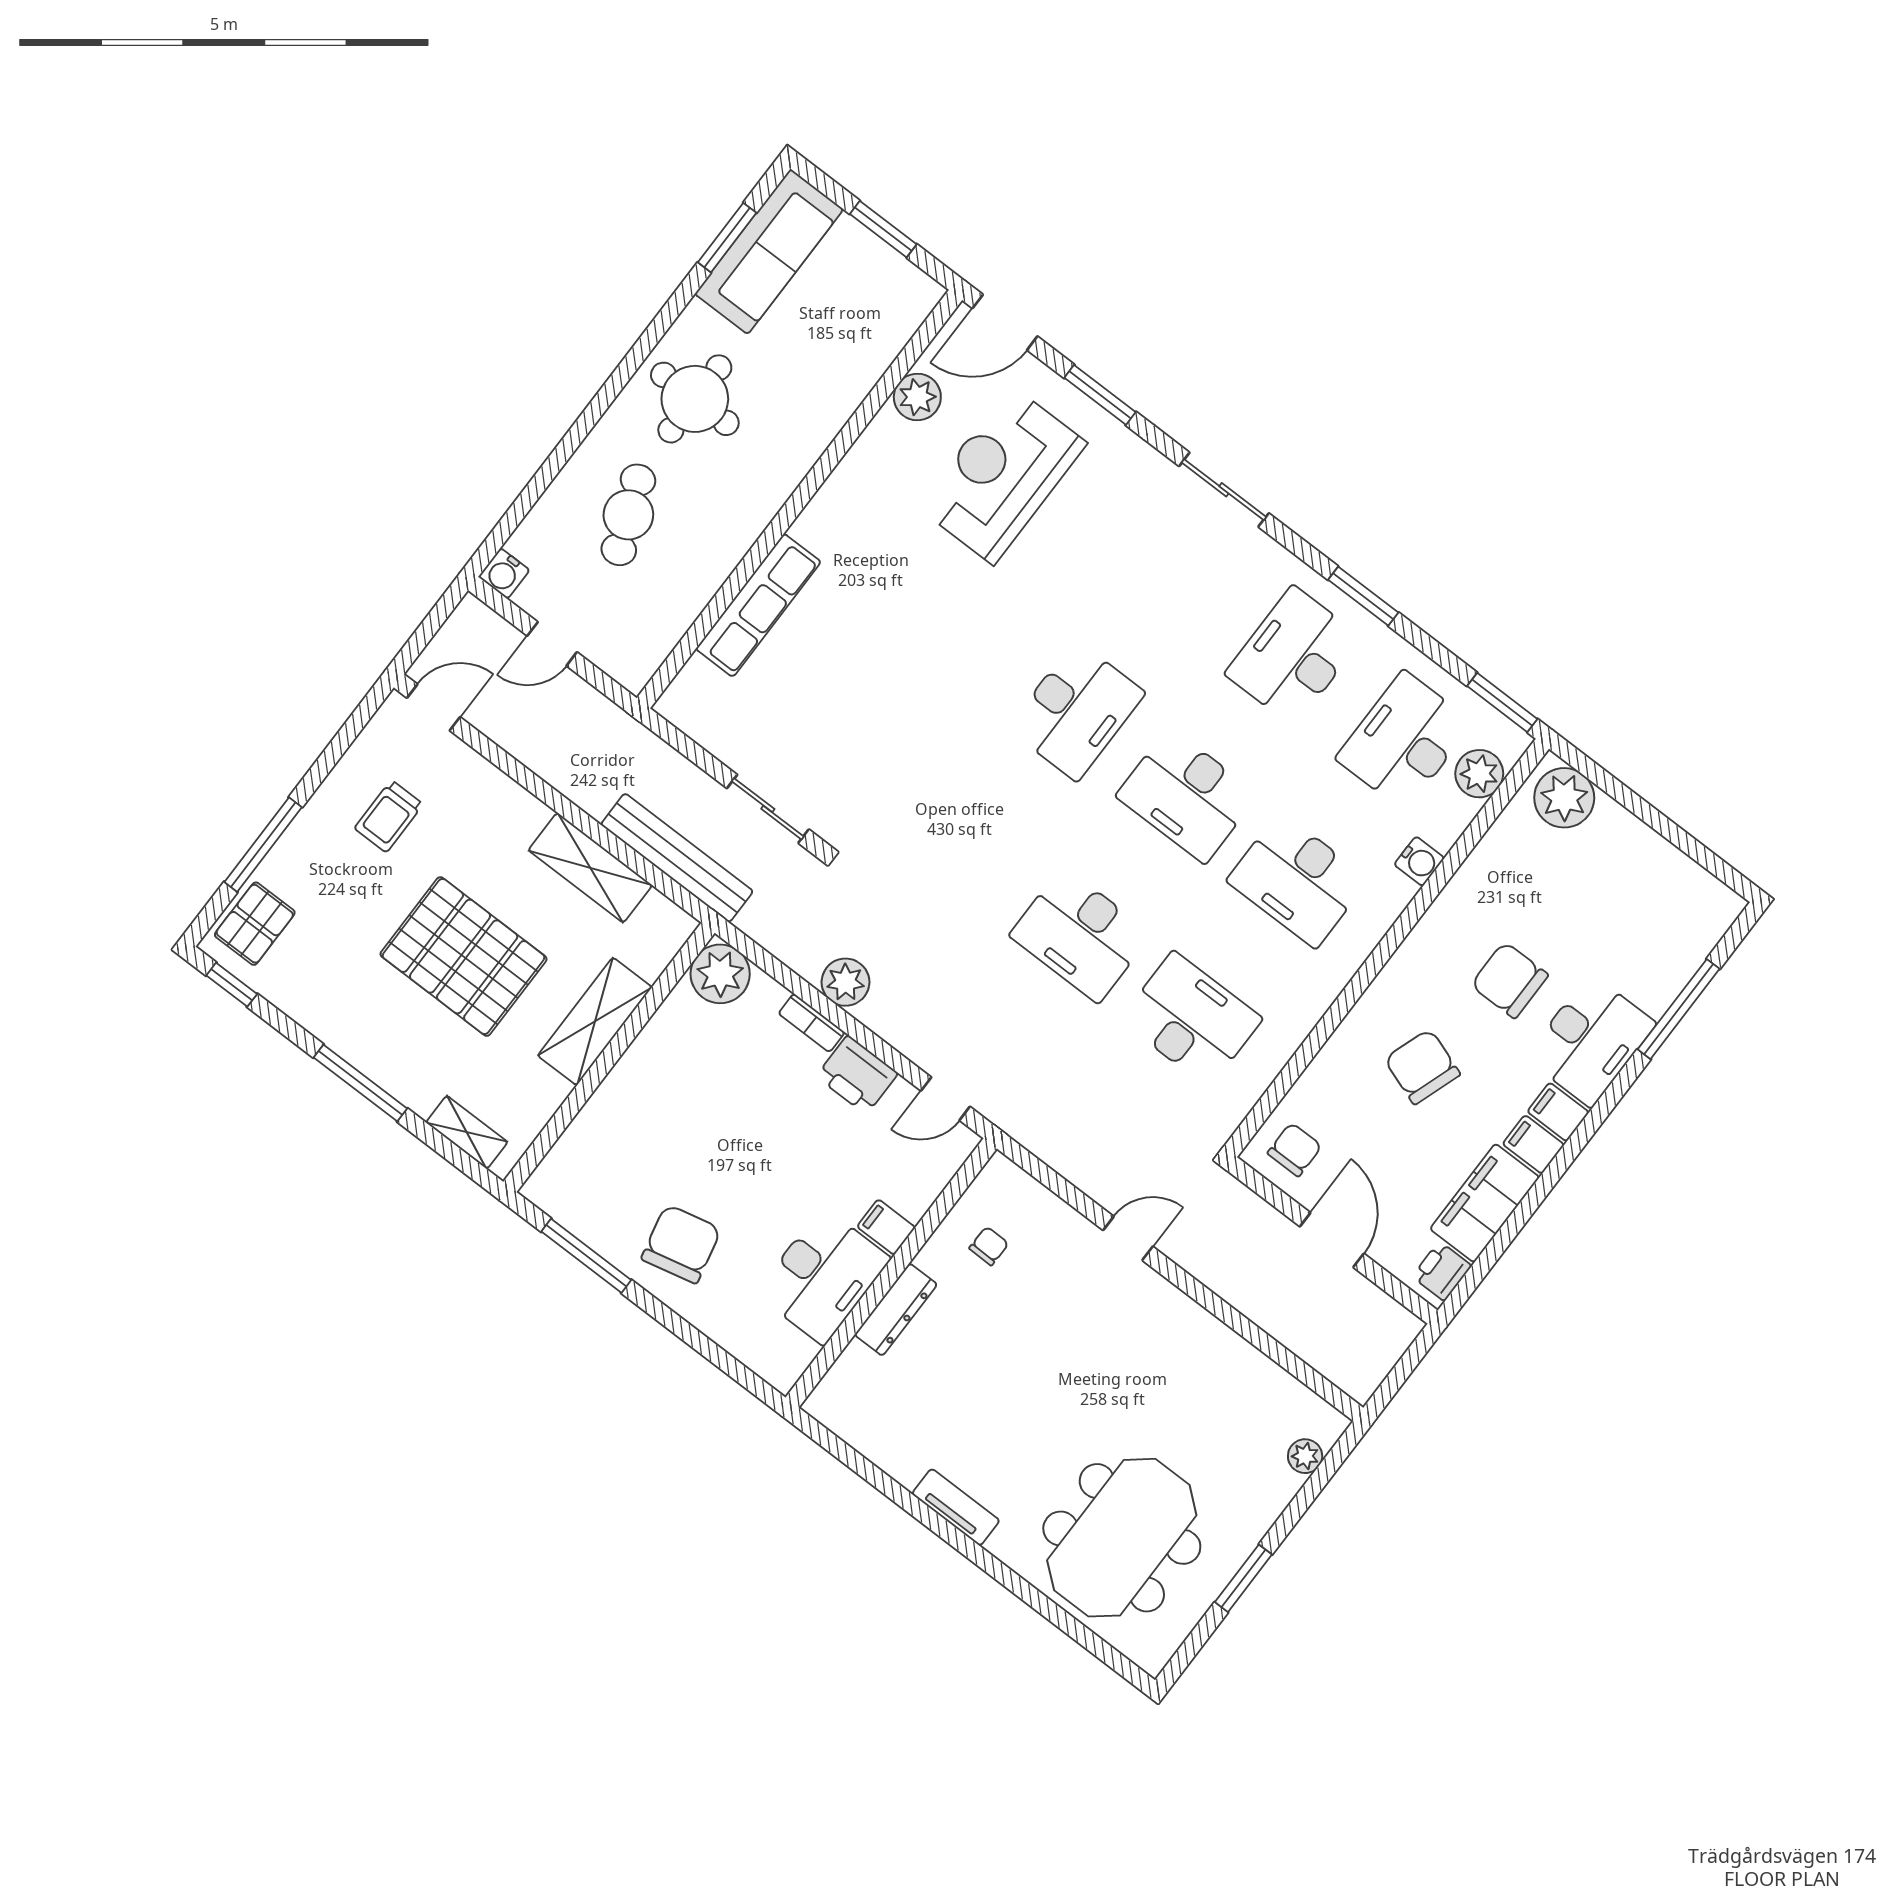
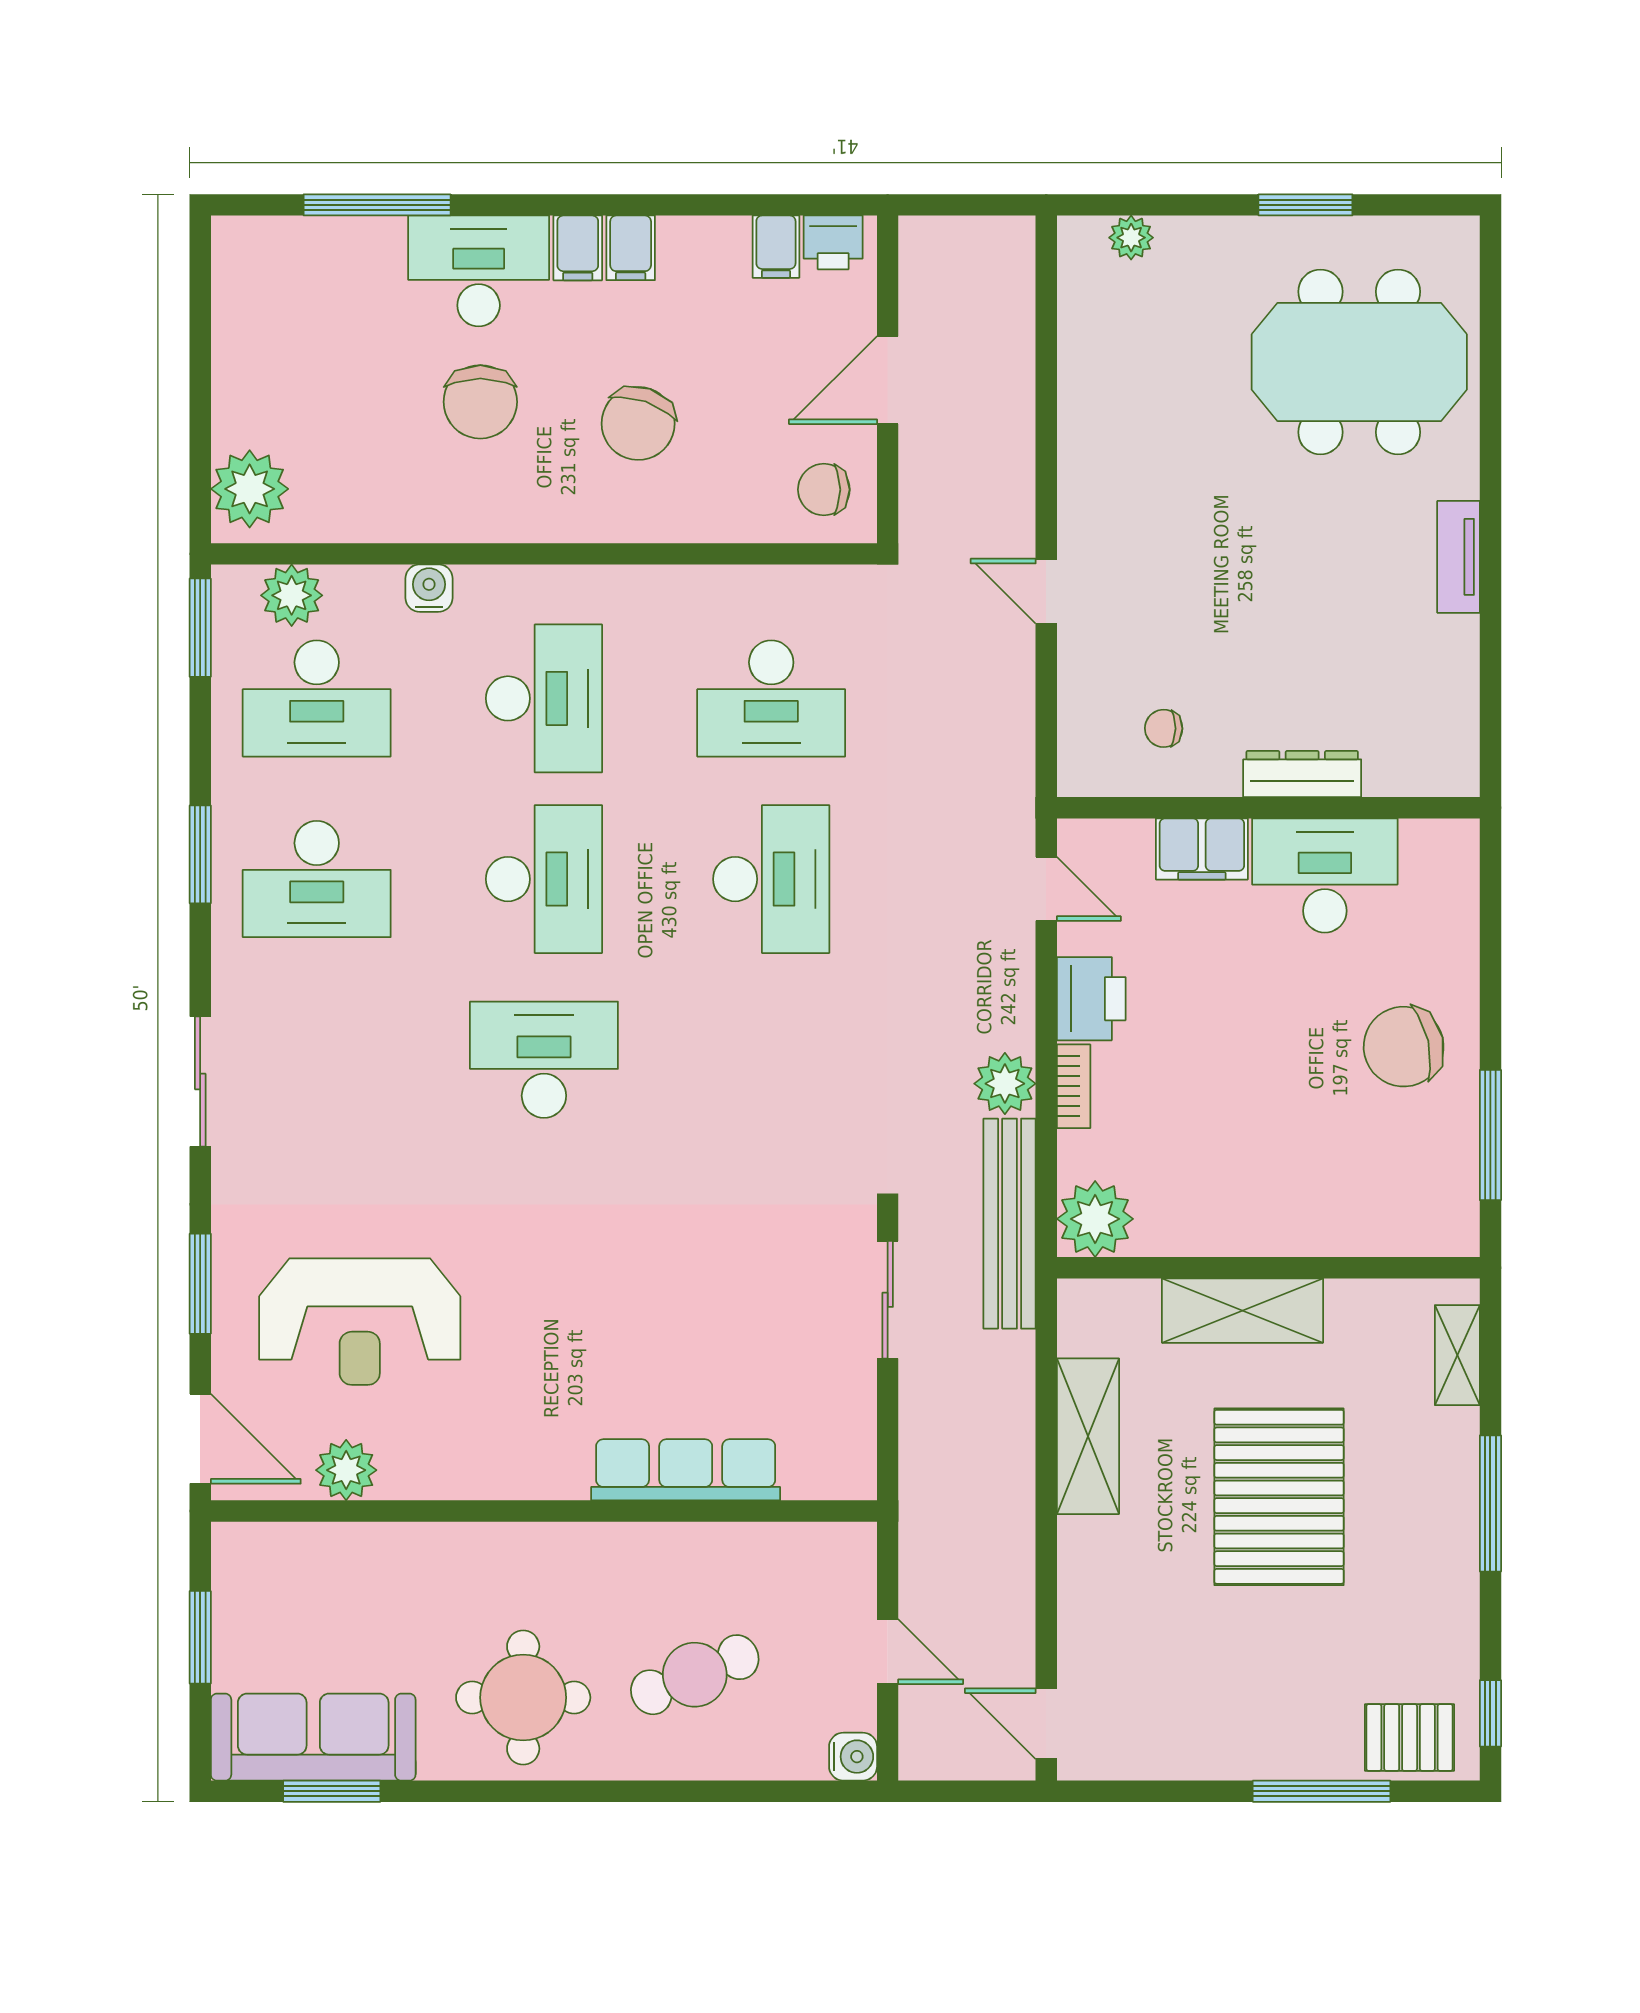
trolley: (389, 816) -> (1194, 1684), removed
bench: (677, 858) -> (1010, 1224), moved
desk: (1191, 1019) -> (771, 698), turned -90
filing cabinet: (1485, 1203) -> (776, 247), width x0.33, depth x0.86
filing cabinet: (886, 1227) -> (1202, 849), width x2.00

